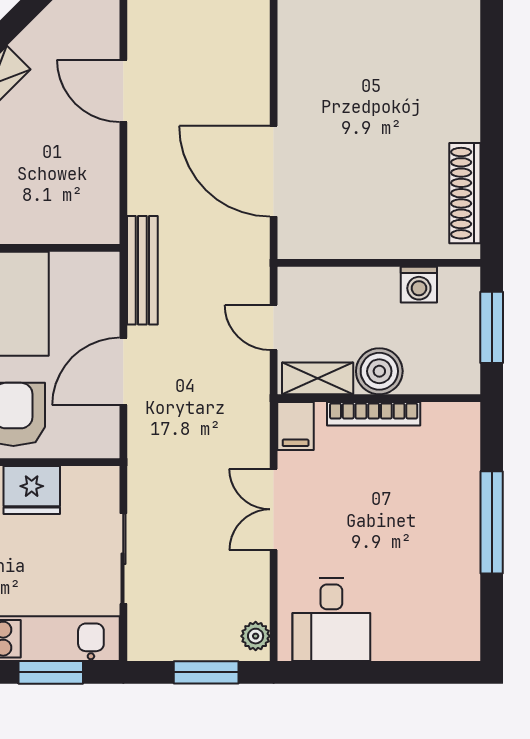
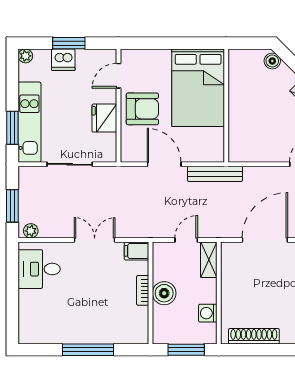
shelving: (318, 378) -> (209, 260), moved
bookcase: (374, 414) -> (143, 290), width x0.64

